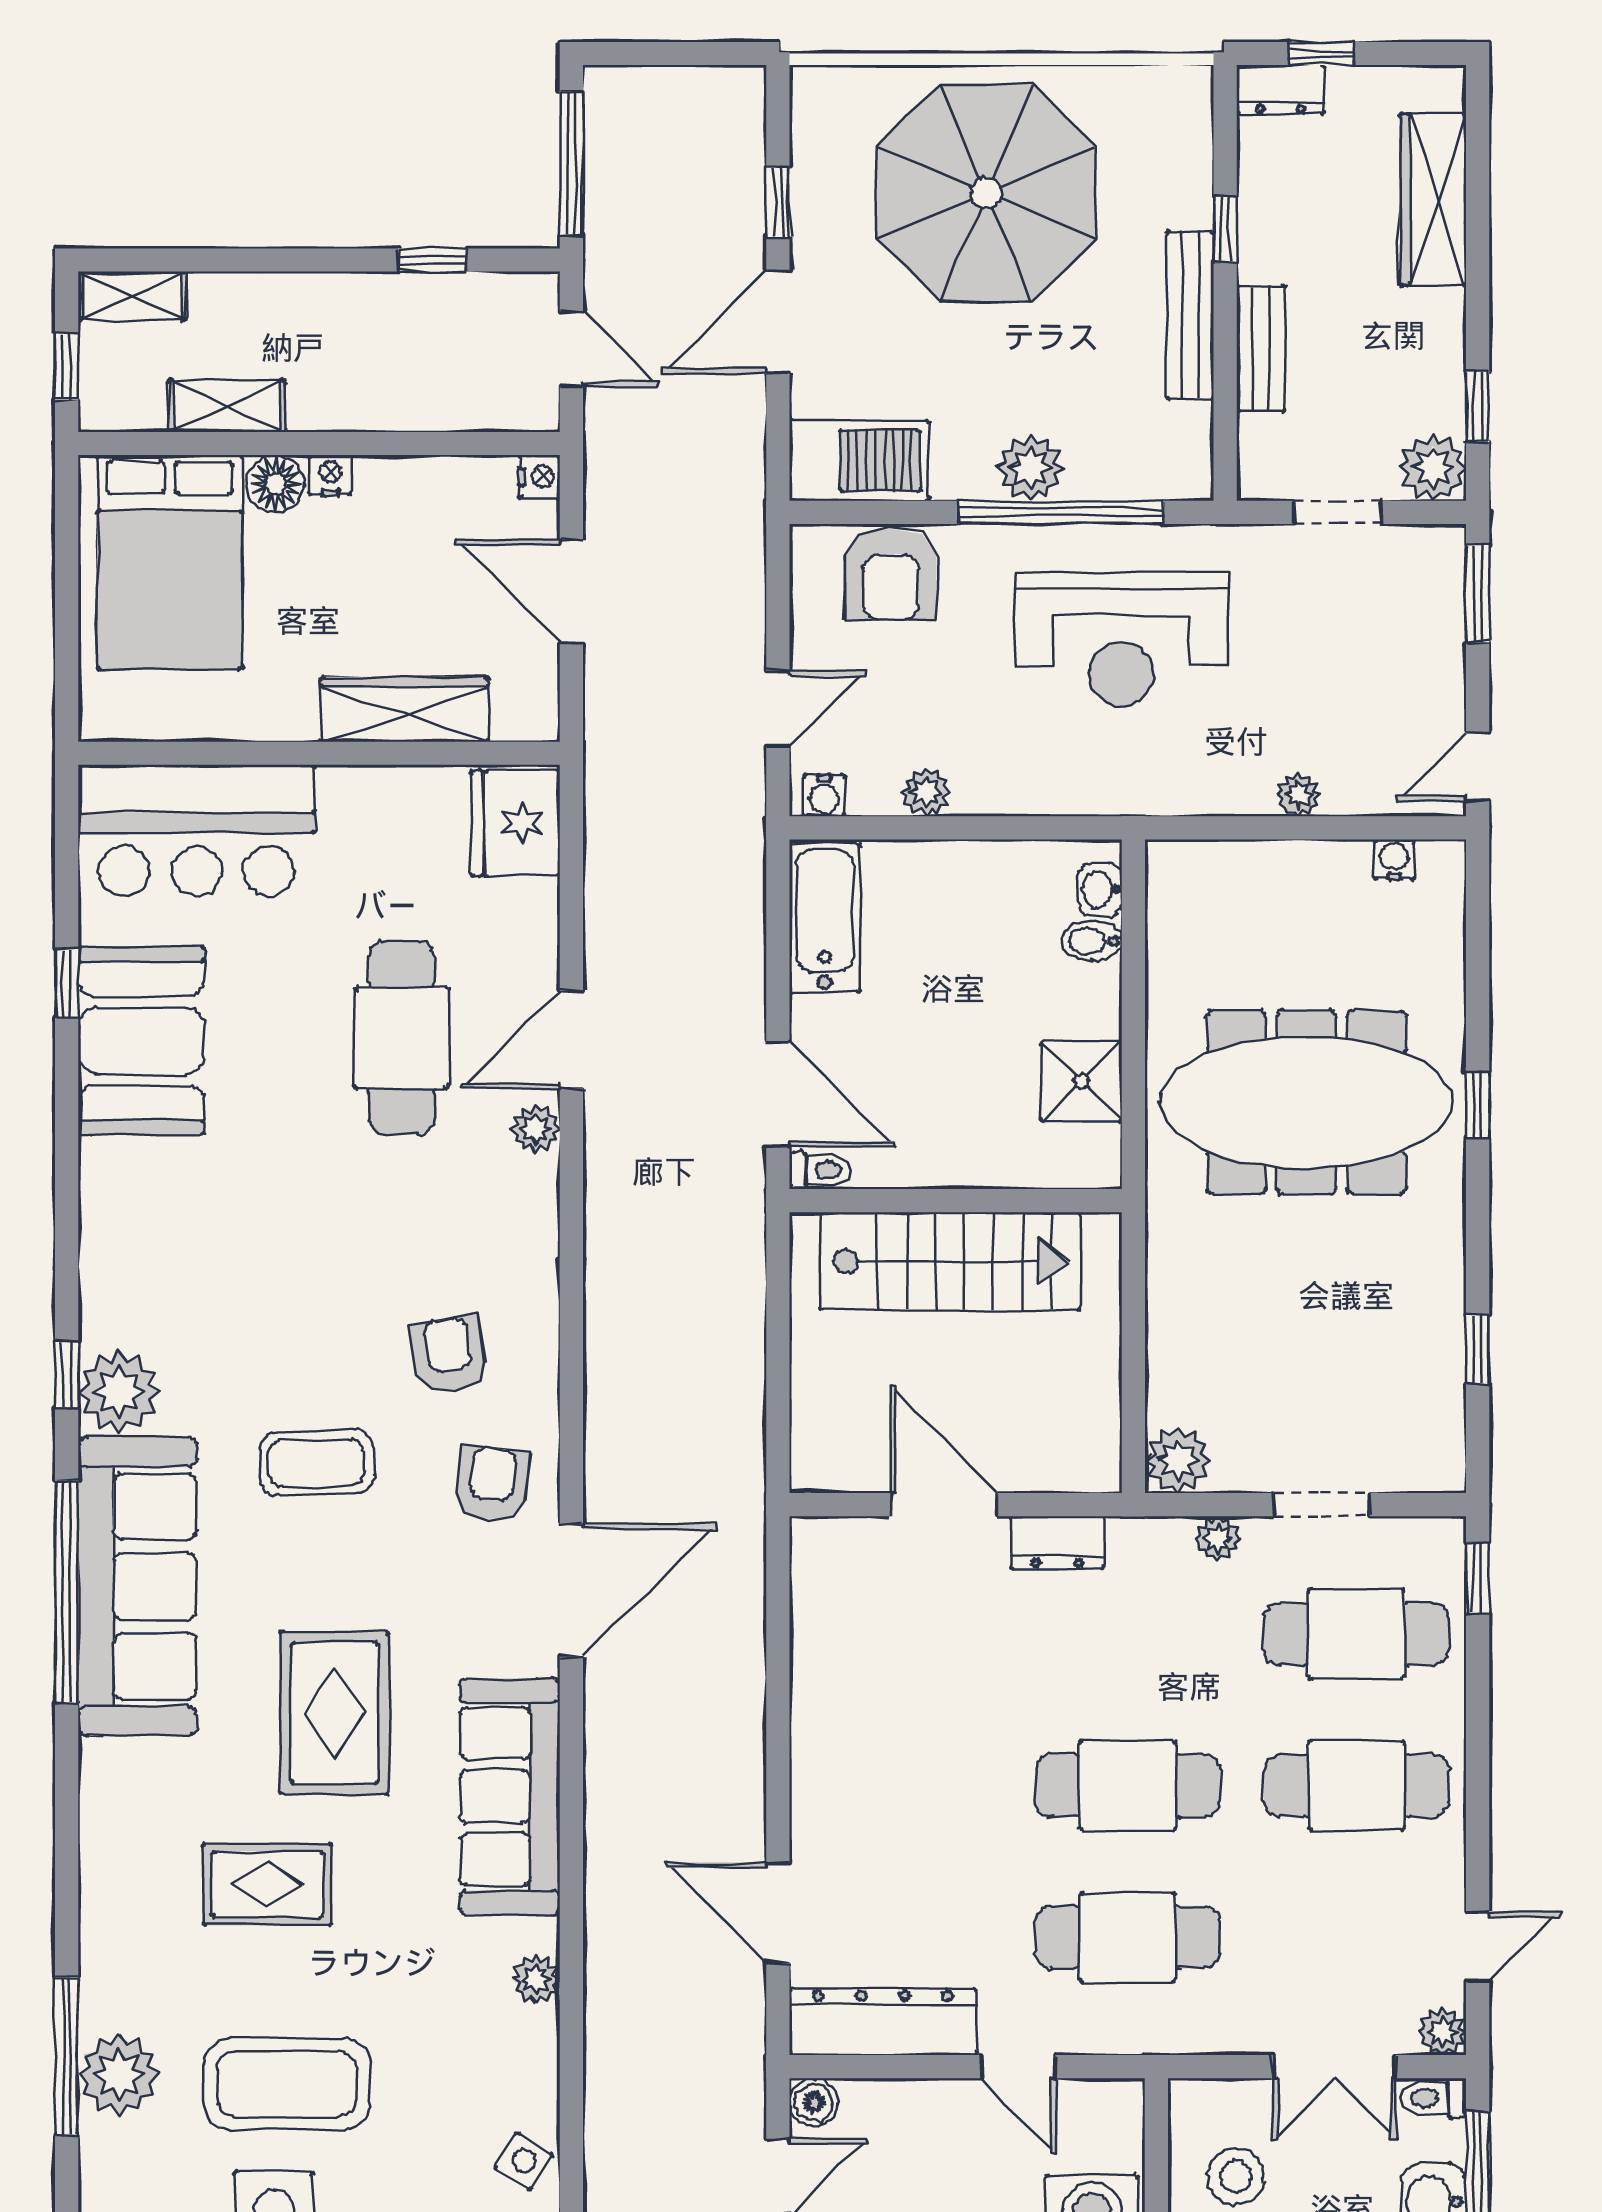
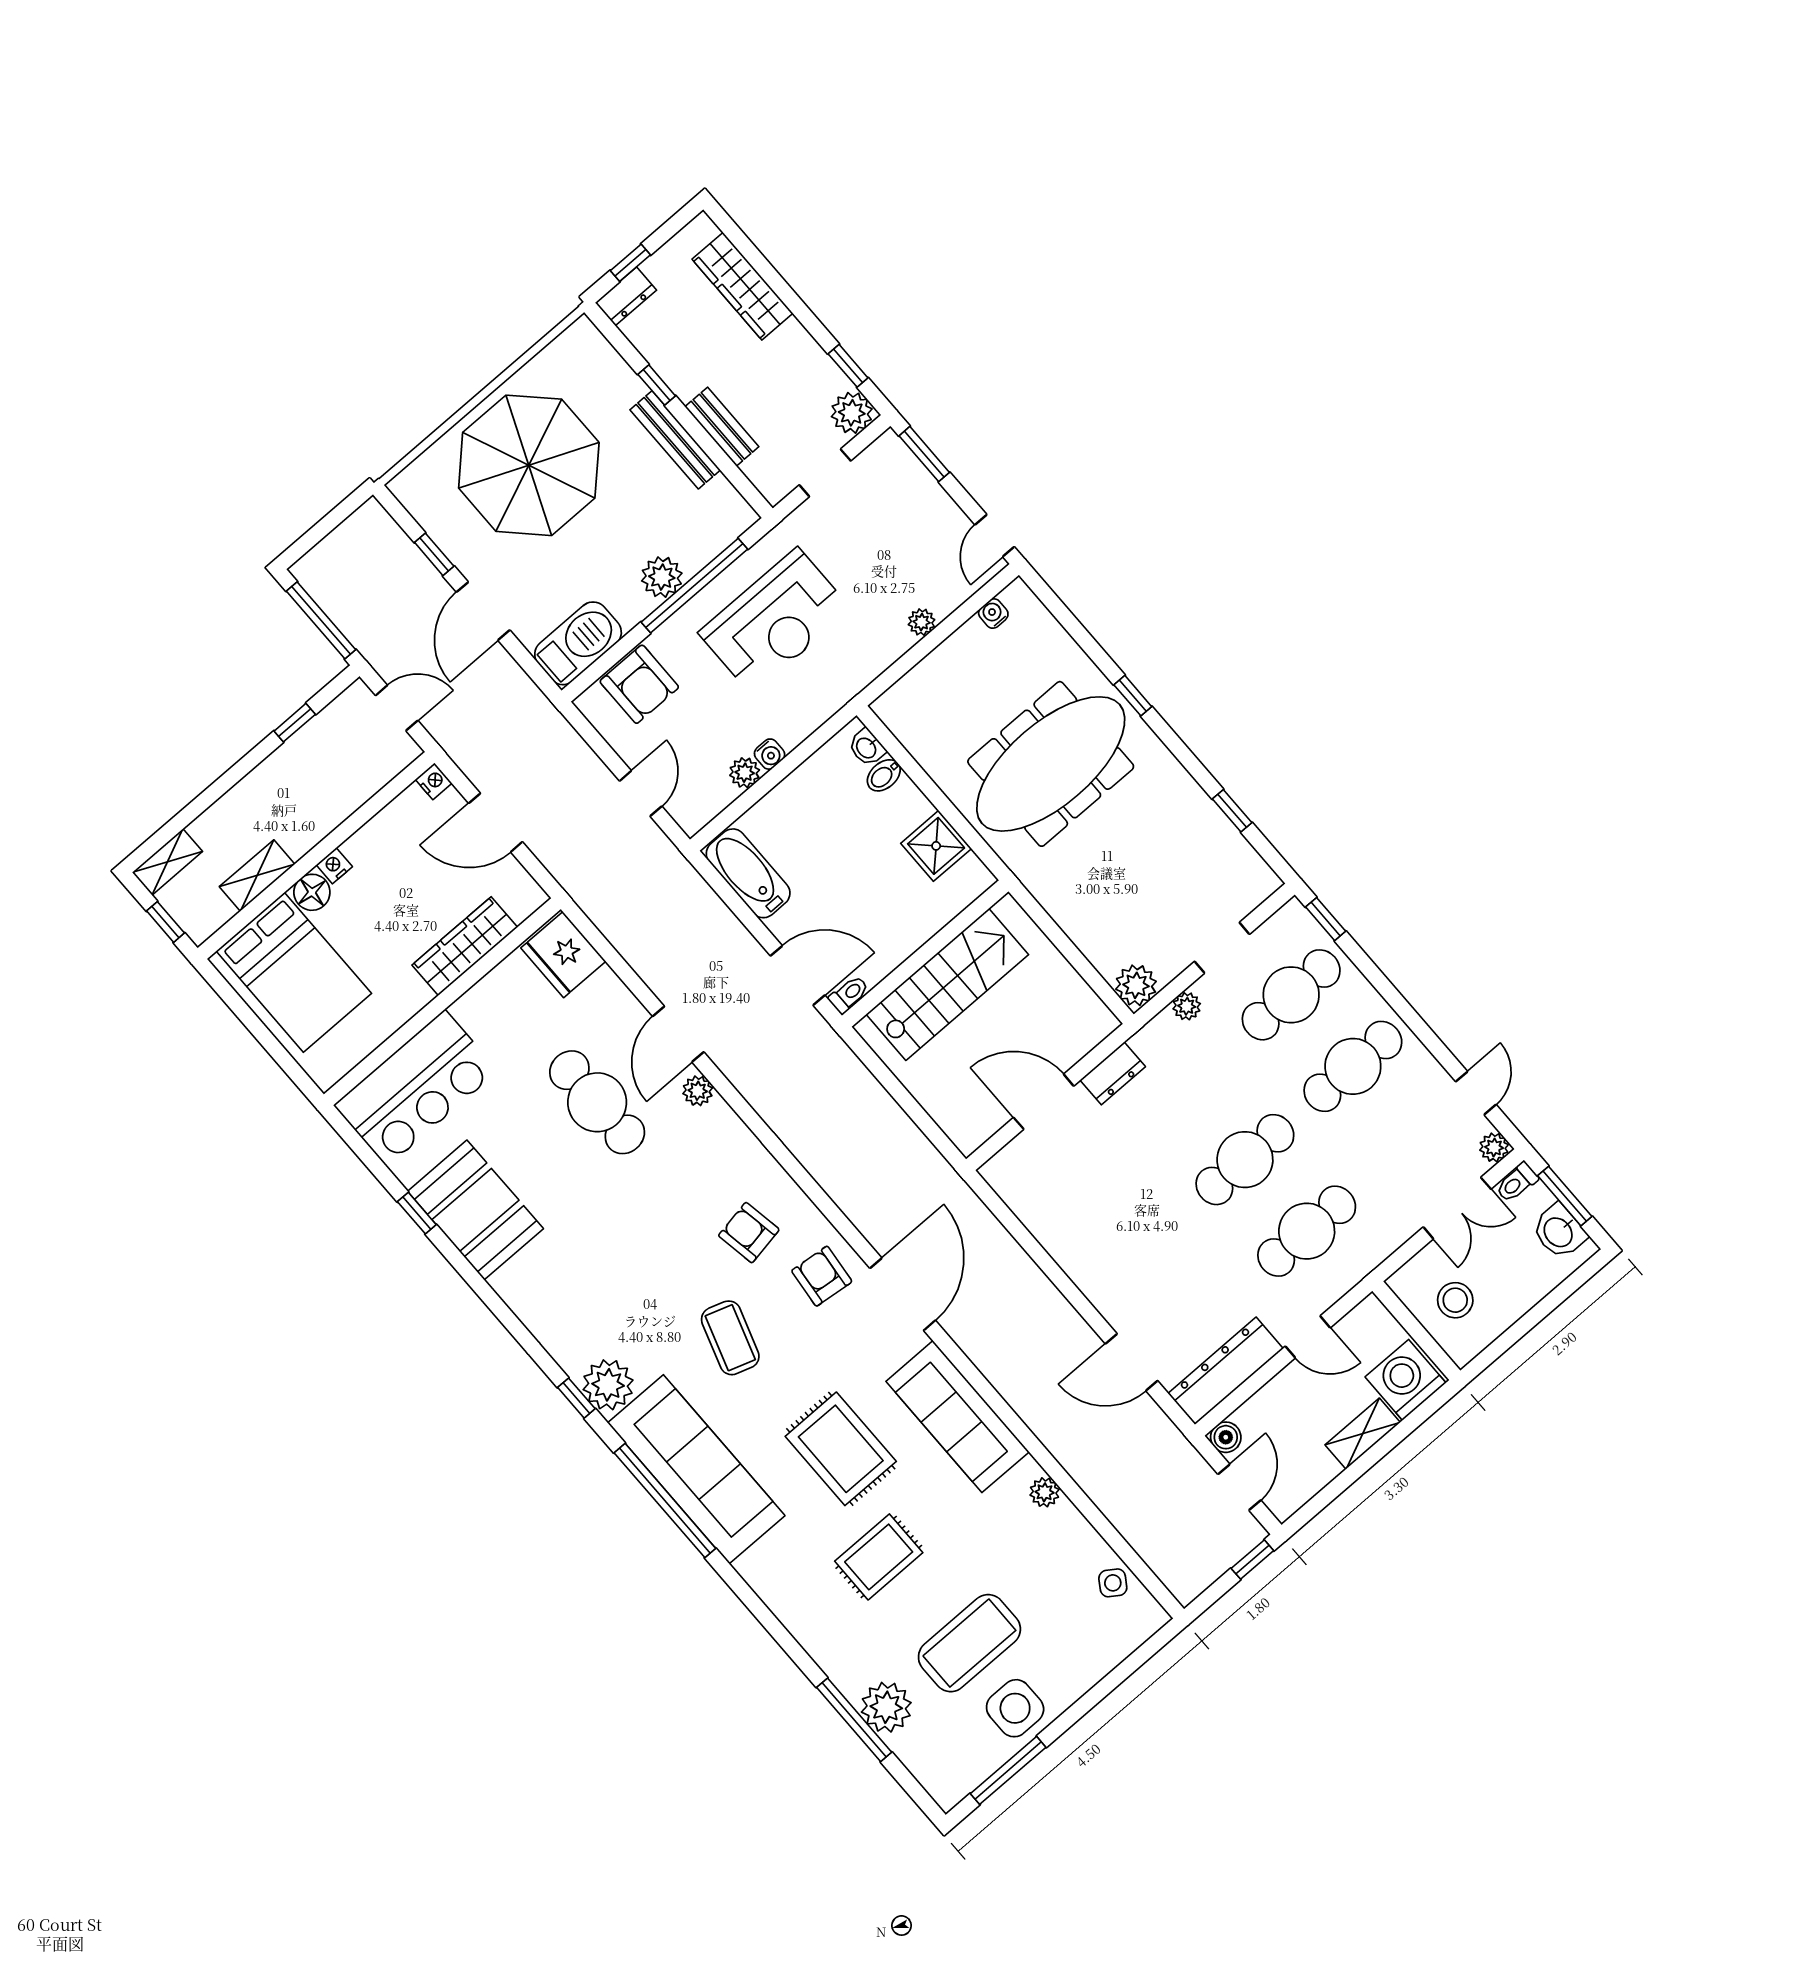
water cooler: (824, 796) -> (770, 754), moved
coffee table: (316, 1463) -> (730, 1338), turned -70

